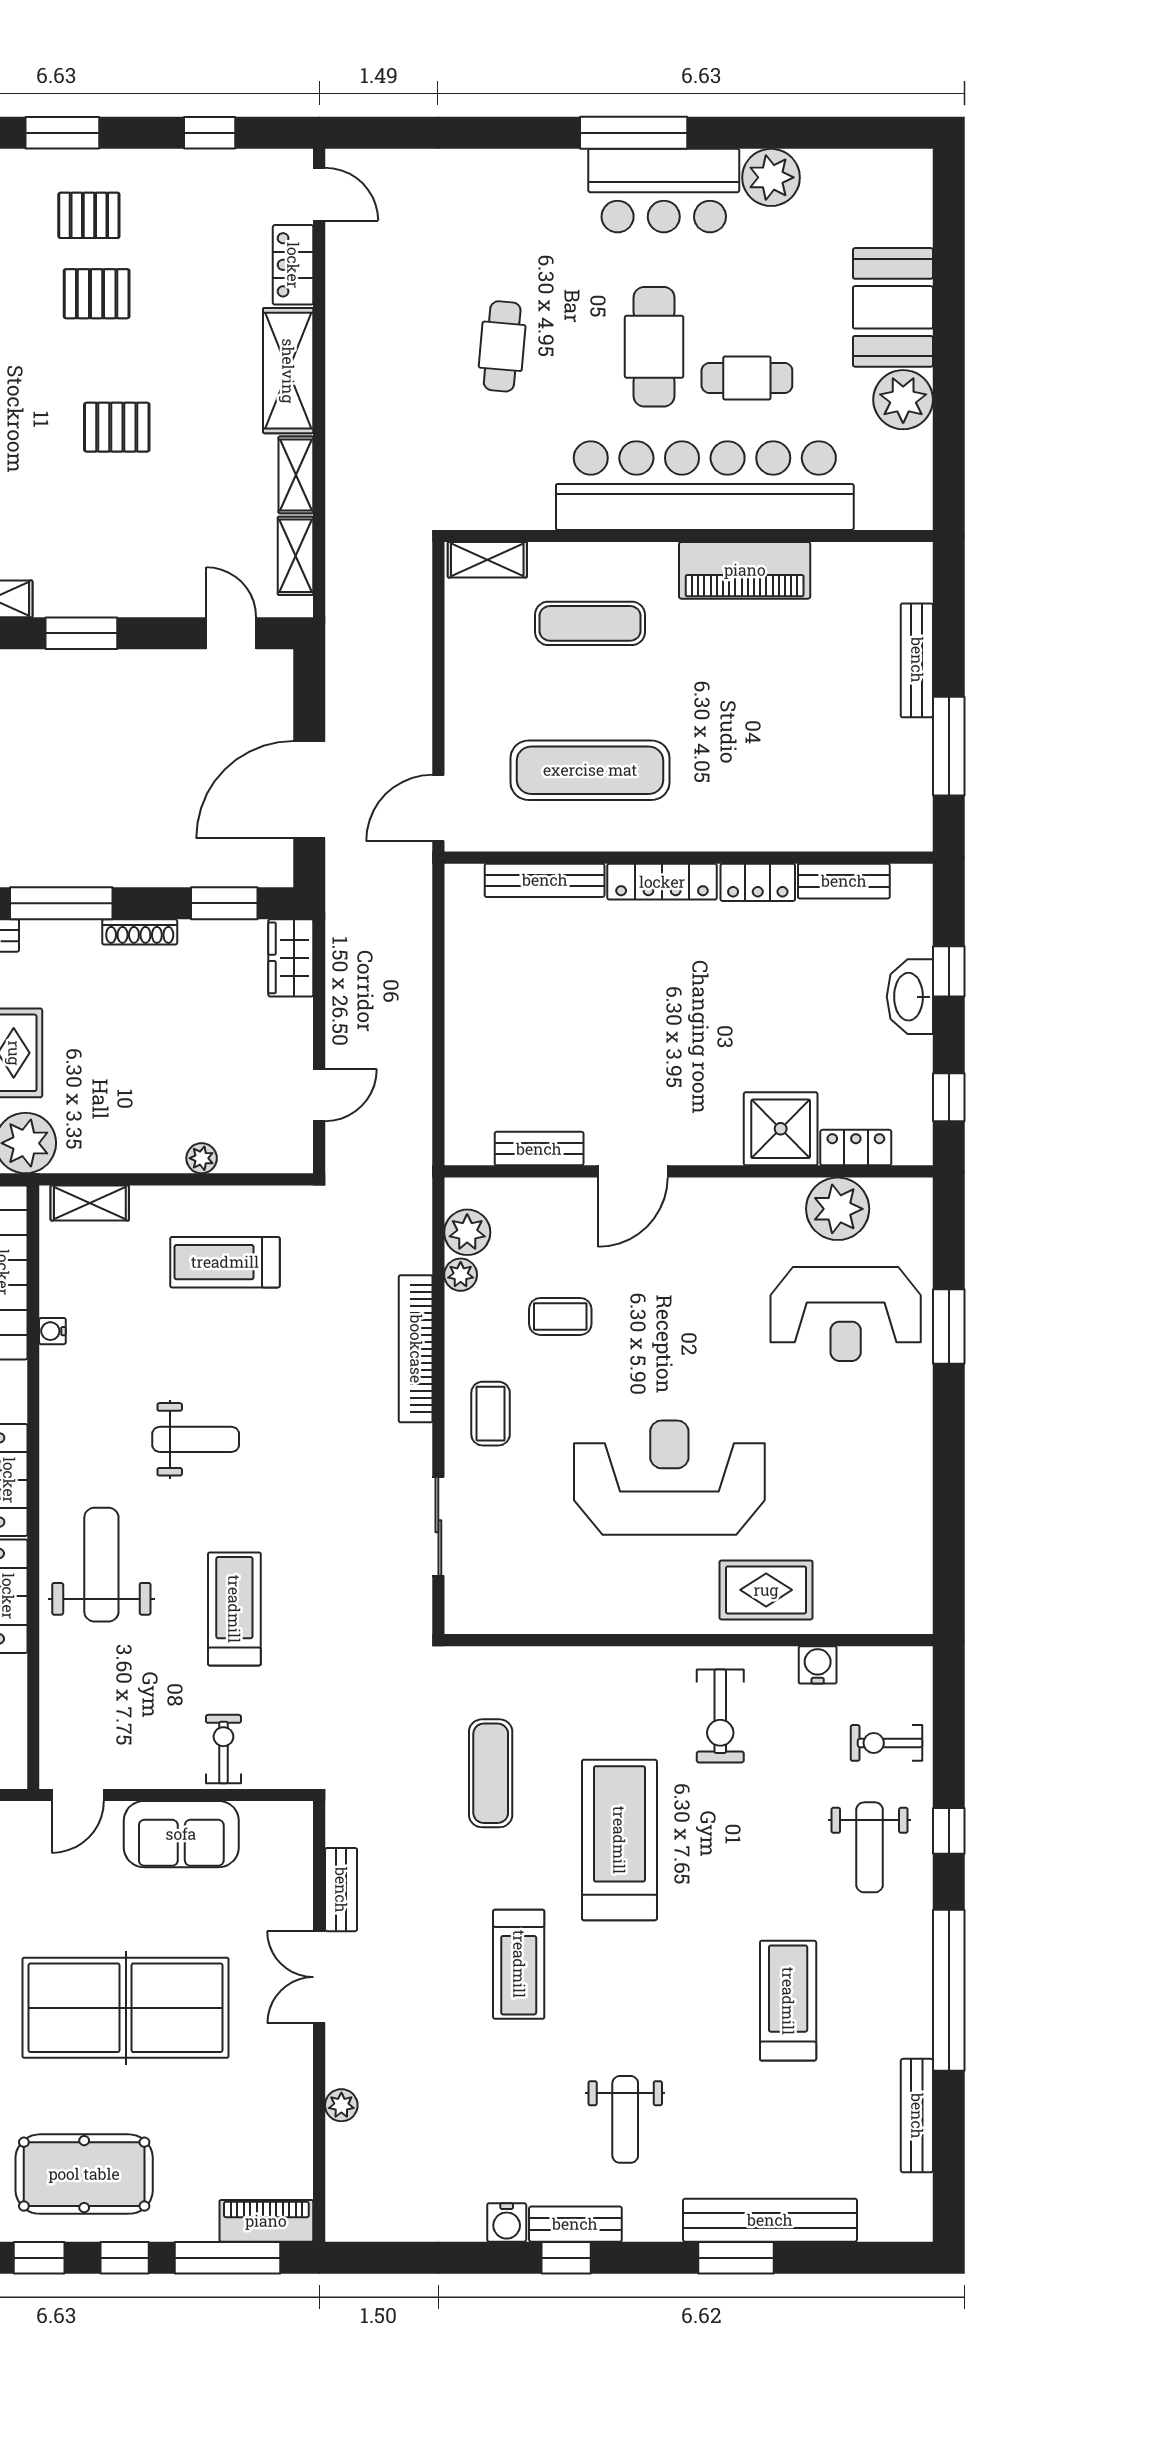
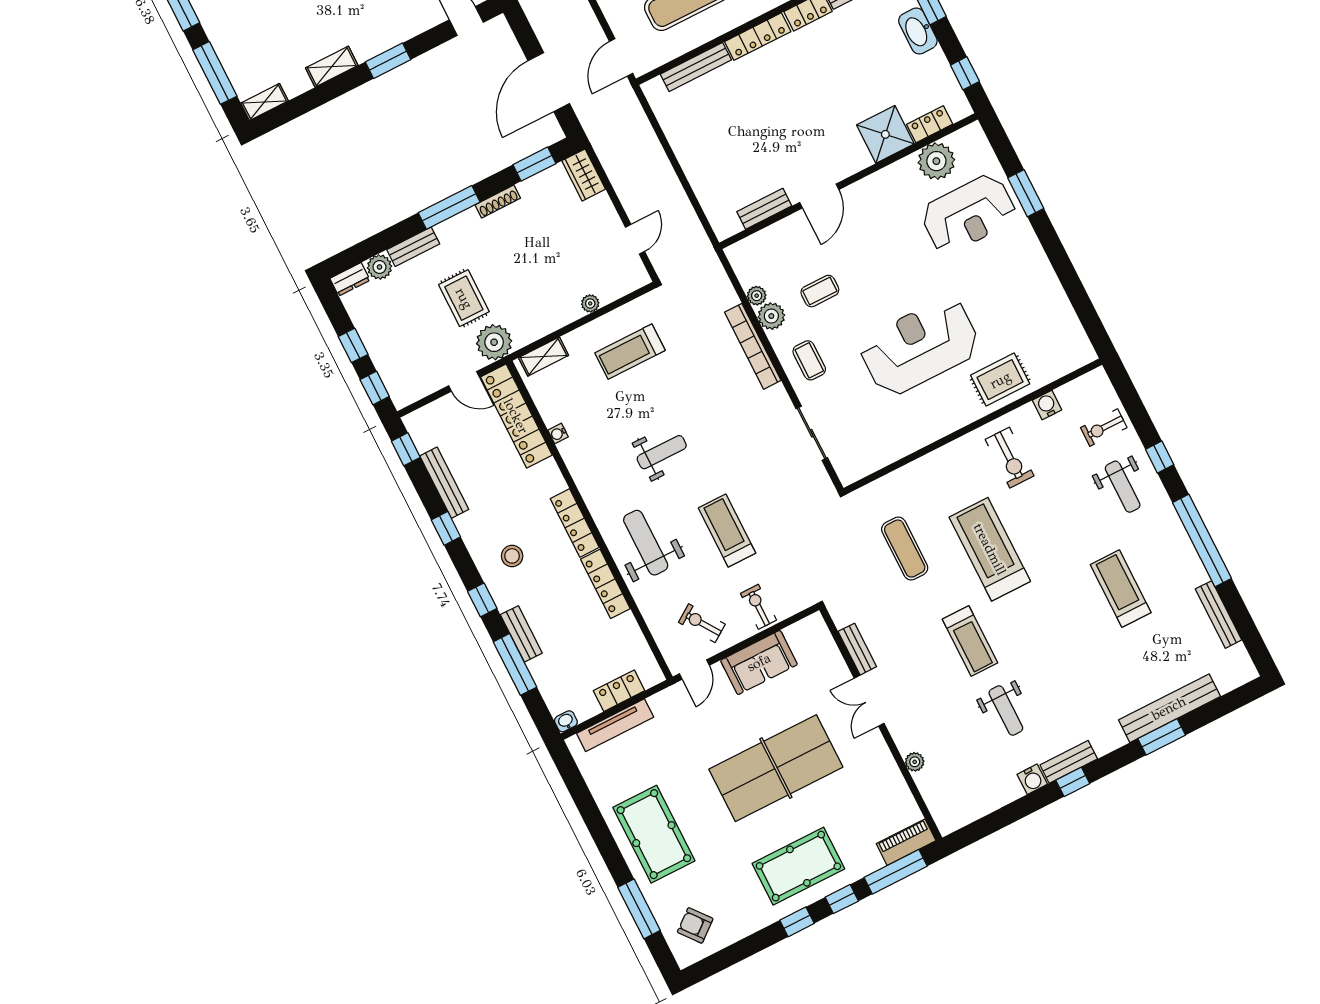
plant: (467, 1232) -> (771, 316), moved
exercise bike: (125, 1730) -> (702, 623), added
weight bench: (625, 2119) -> (1006, 710), moved

